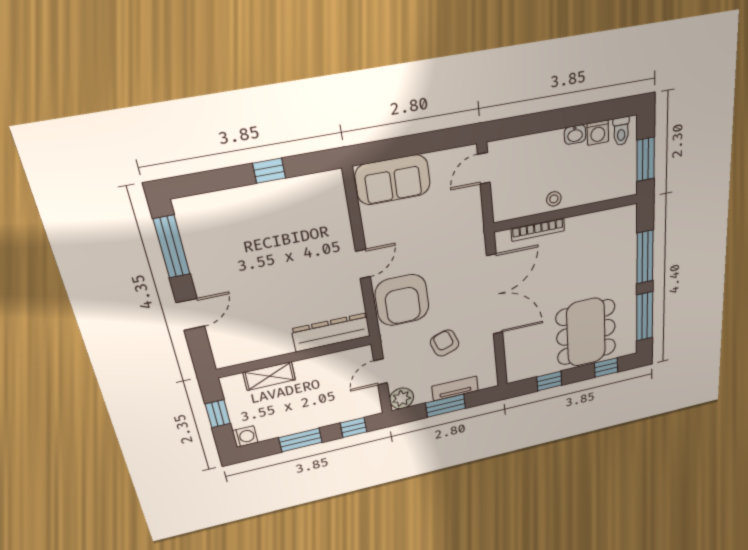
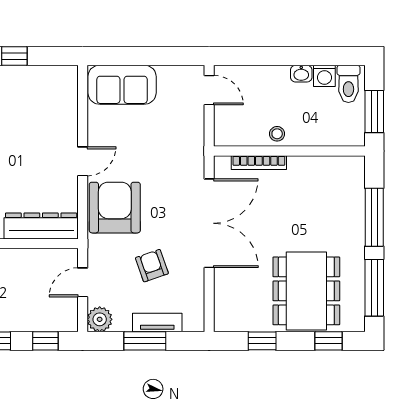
toilet: (621, 131) -> (348, 84), width x1.37, depth x1.39
door: (484, 168) -> (209, 90), swing flipped
armchair: (402, 300) -> (115, 208), turned 180

